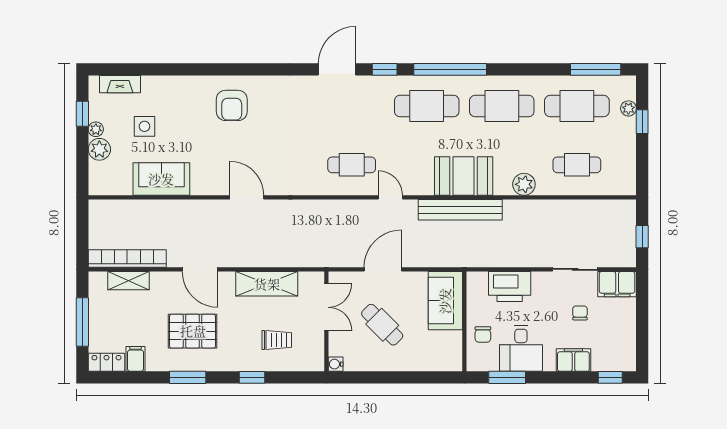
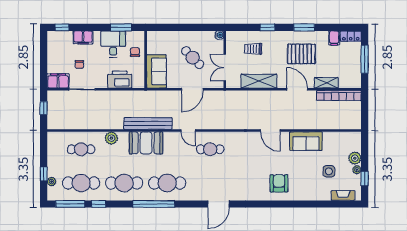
window: (385, 69) -> (99, 204), moved
sofa: (161, 179) -> (306, 141), moved
shelving: (129, 281) -> (326, 83), moved

